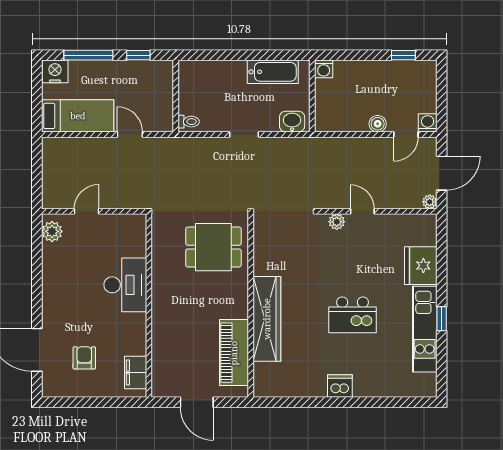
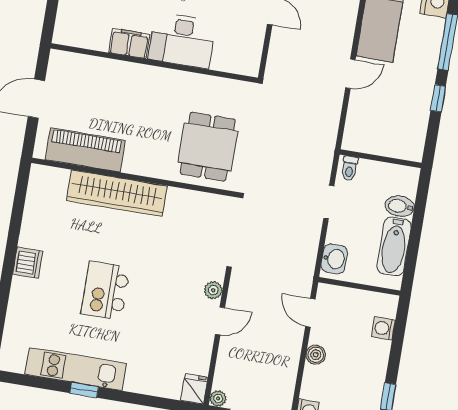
washing machine: (324, 69) -> (384, 328), moved
bidet: (237, 73) -> (400, 206), added
wall: (176, 96) -> (381, 159), moved
toilet: (189, 122) -> (349, 168), moved
door: (406, 134) -> (310, 313), moved
fridge: (421, 266) -> (194, 389), moved, width x0.53, depth x0.75
filing cabinet: (136, 372) -> (129, 43), moved

